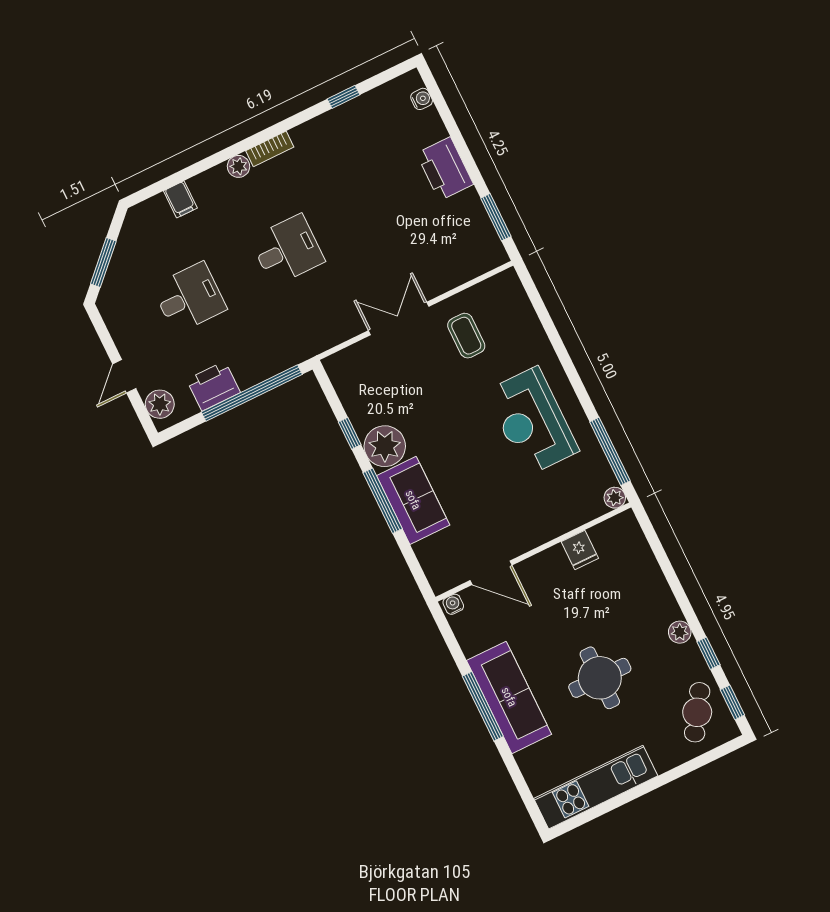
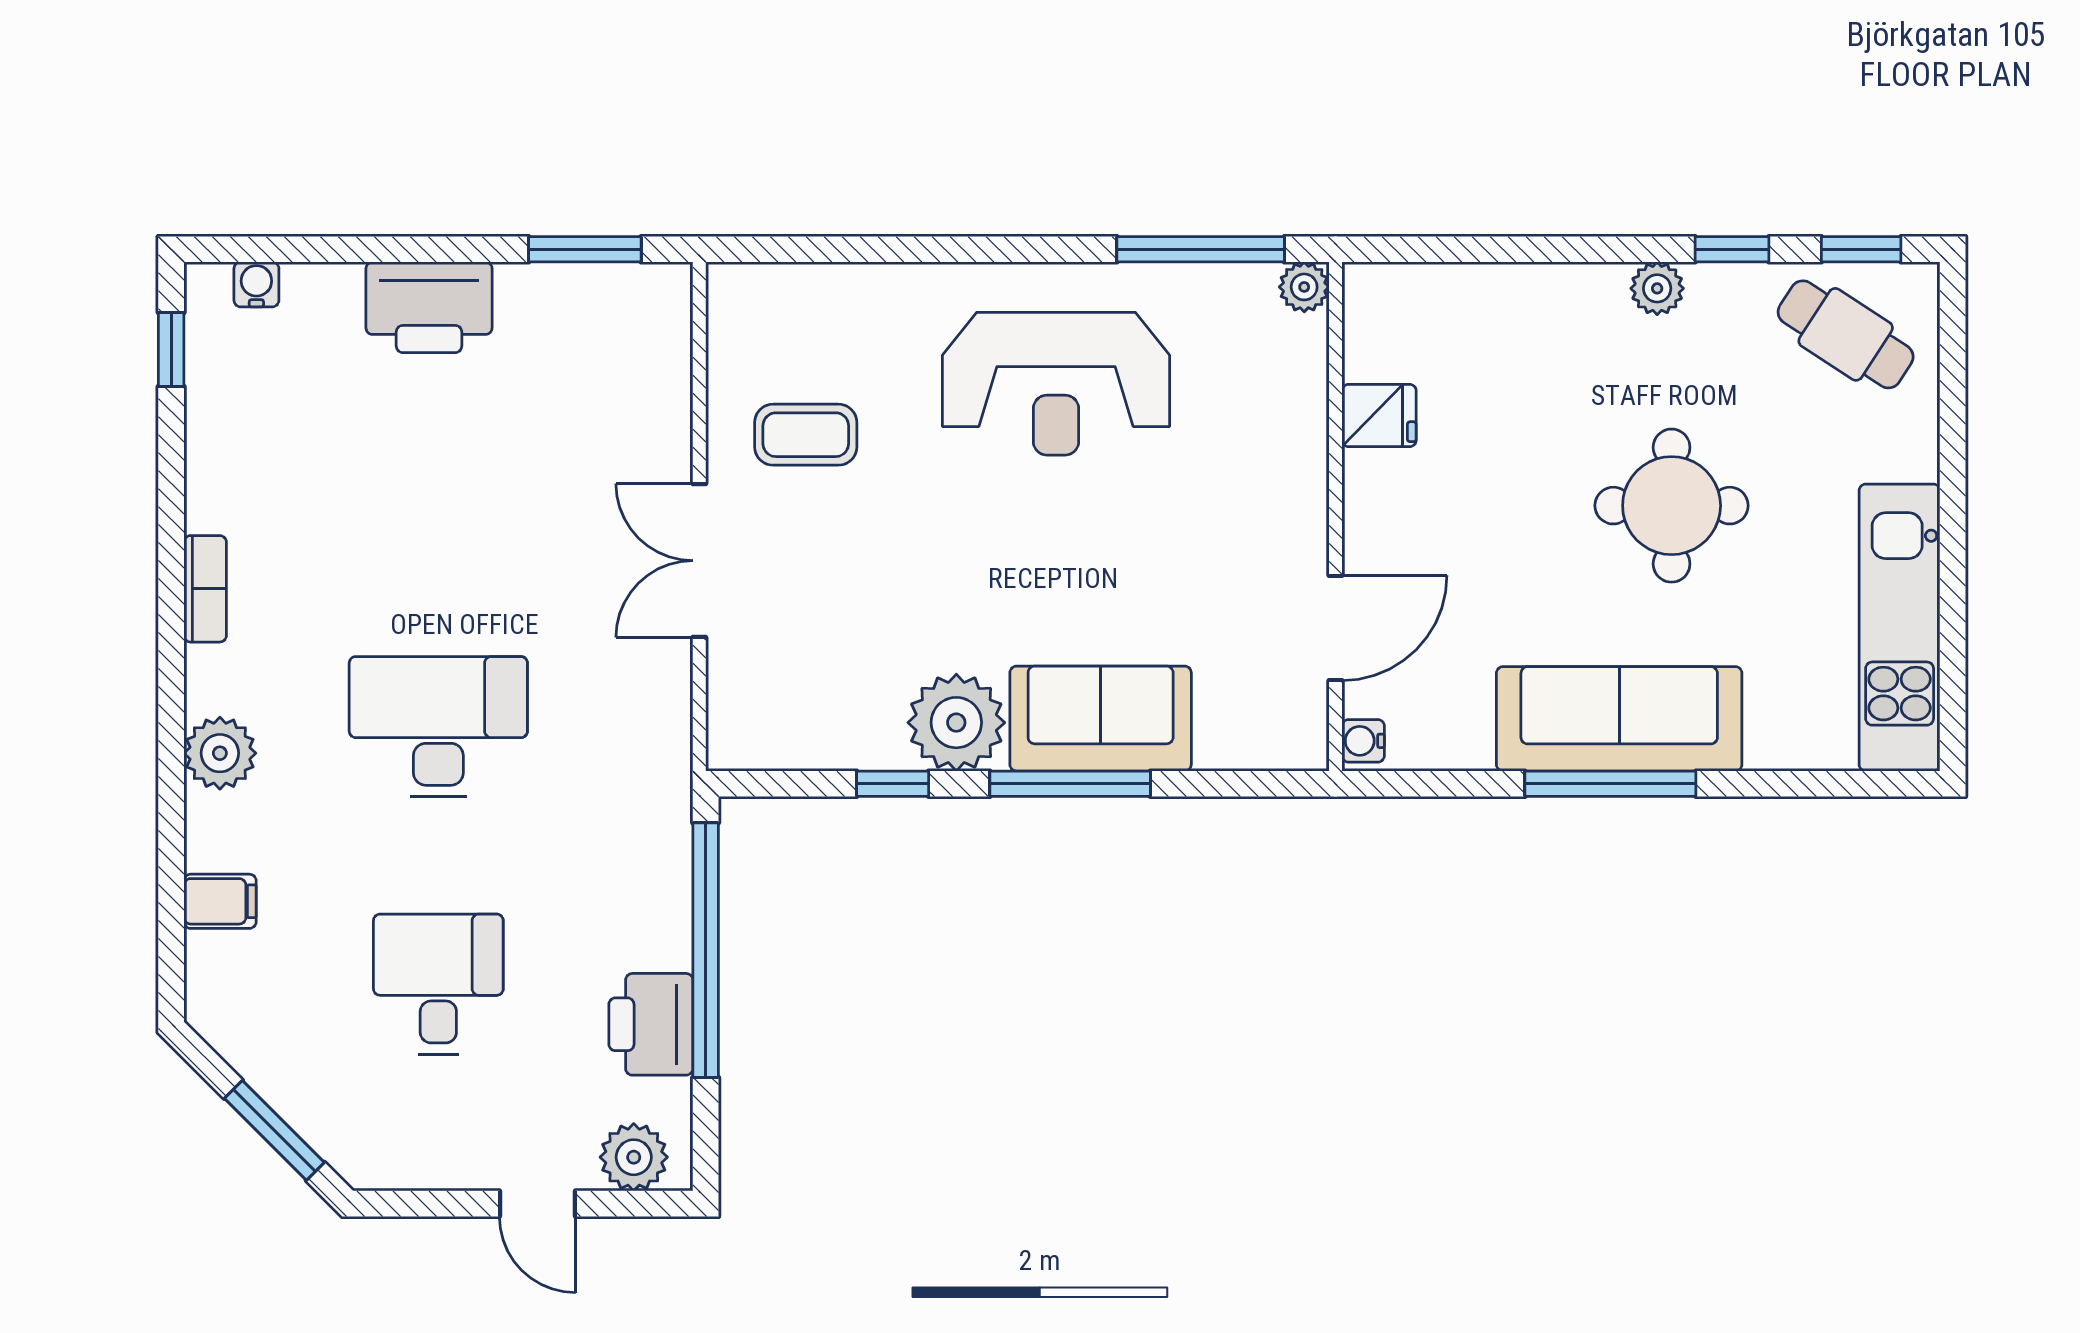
window: (343, 97) -> (171, 349), moved
bookcase: (270, 149) -> (205, 589), moved
plant: (238, 166) -> (220, 753), width x1.38, depth x1.38
desk: (287, 250) -> (438, 726), width x1.37

